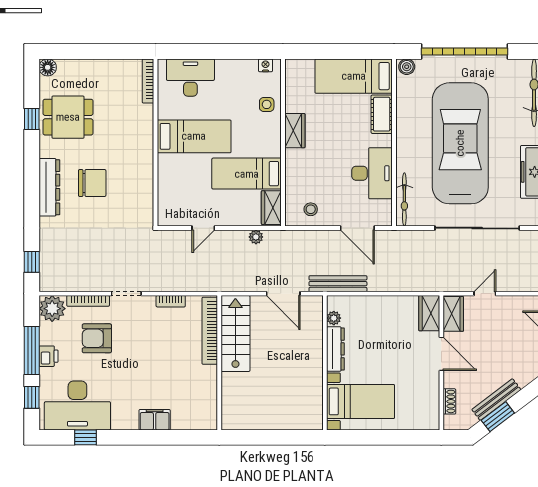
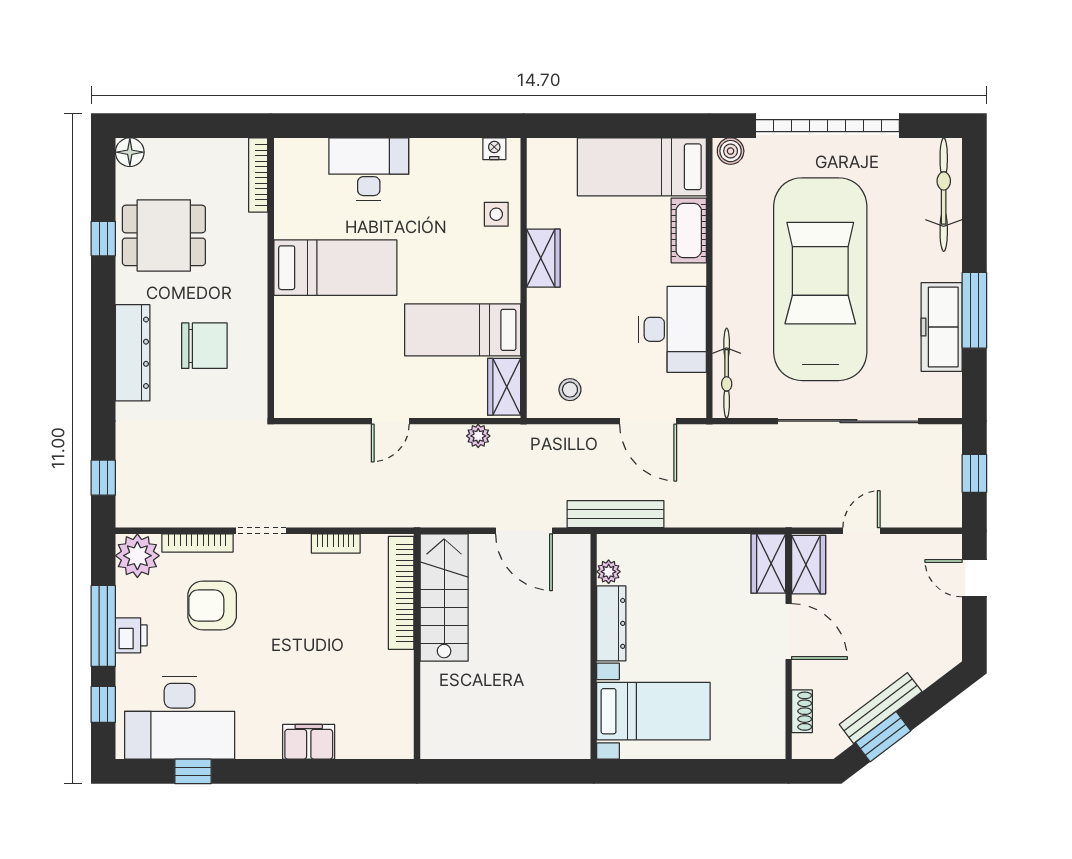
bookcase: (148, 81) -> (258, 175), moved
bed: (194, 136) -> (335, 268), moved
wall: (156, 143) -> (271, 278), moved

